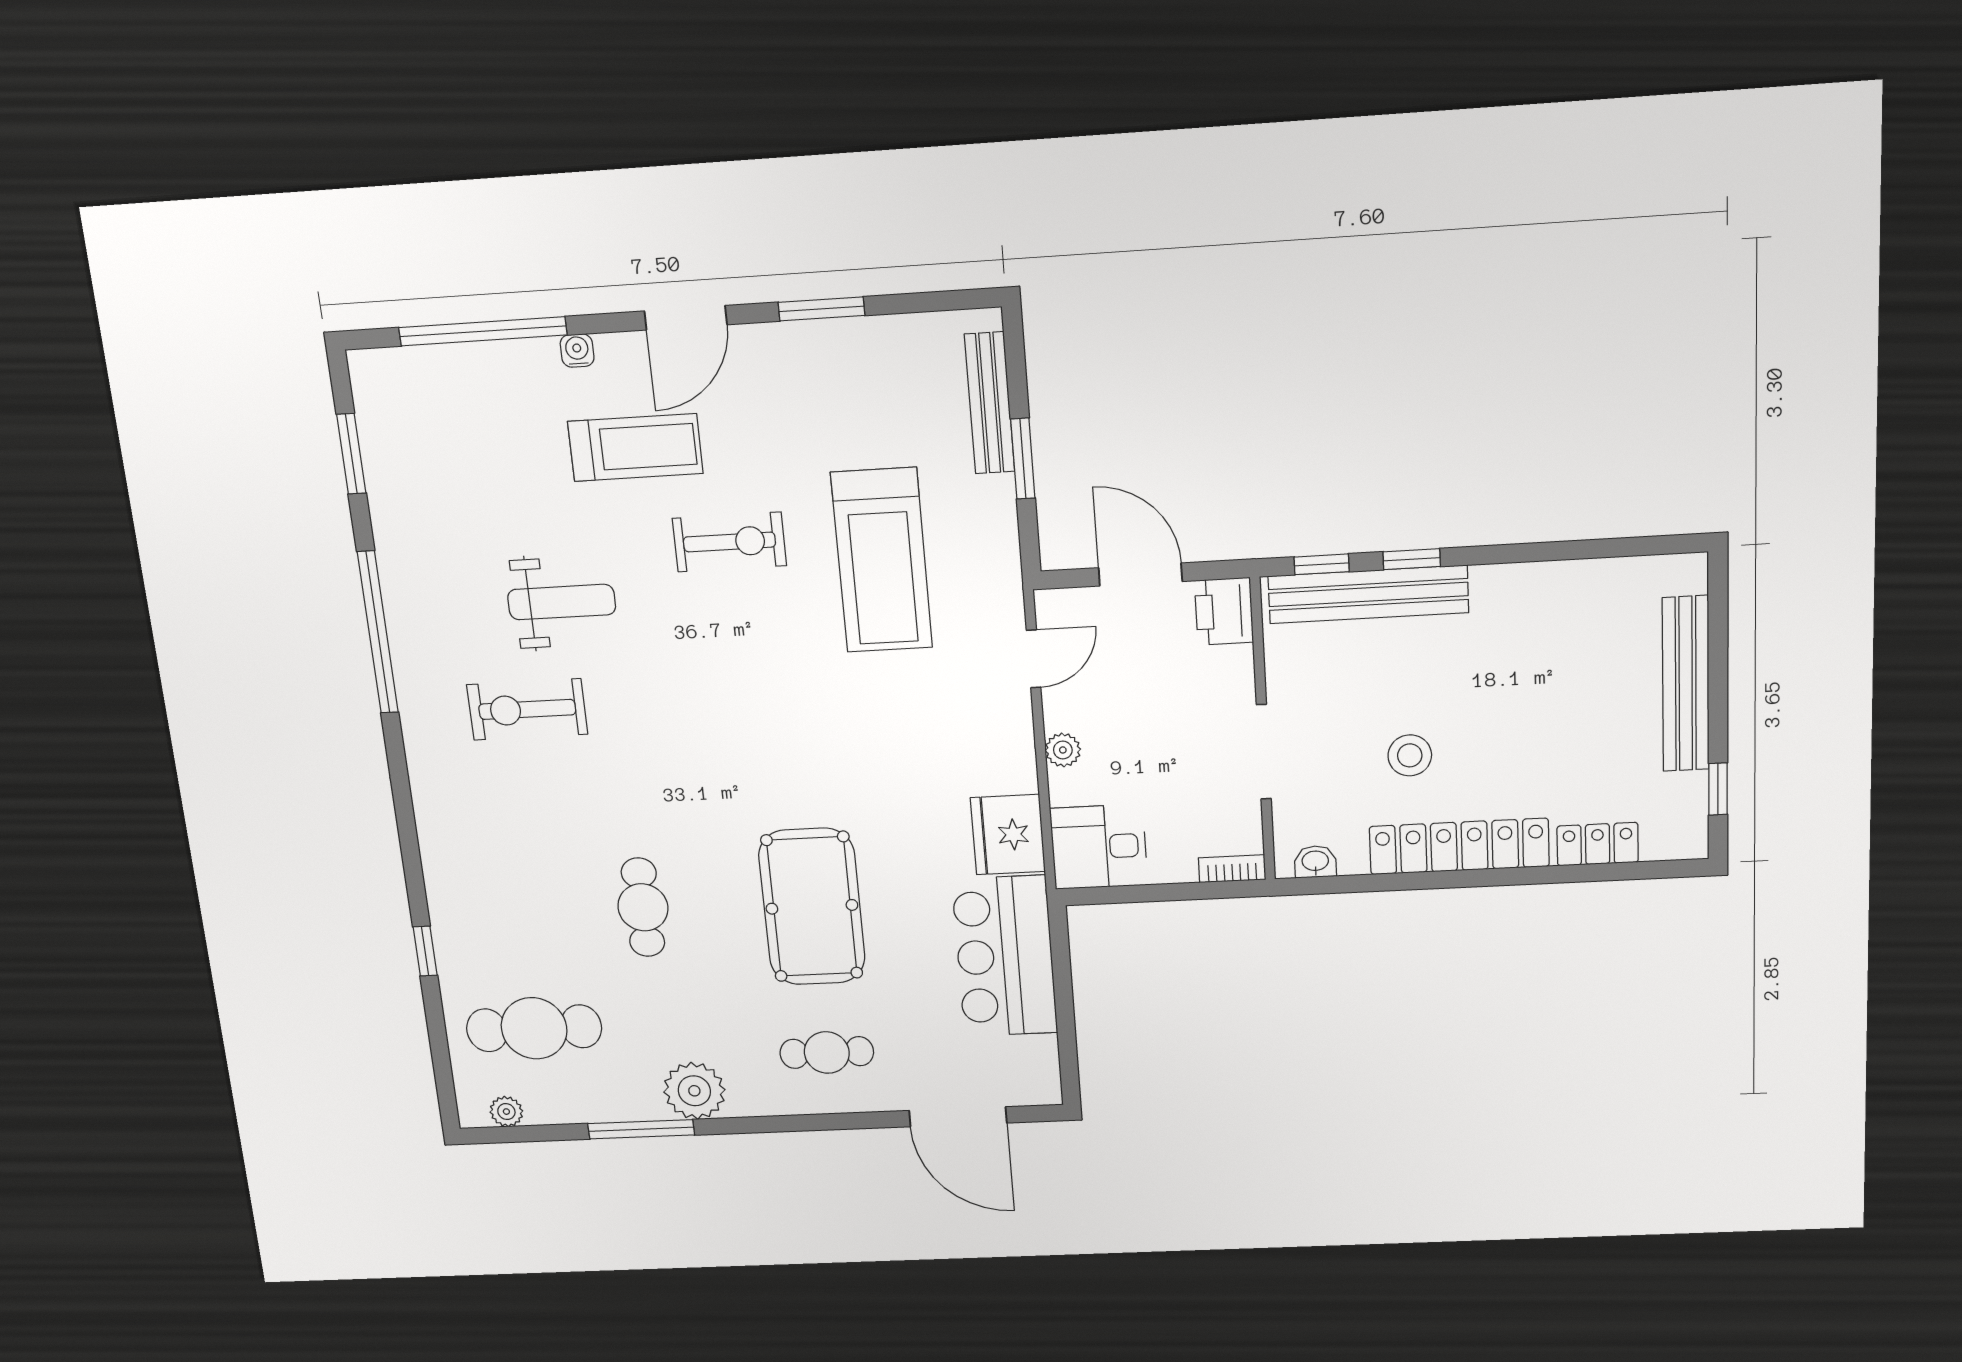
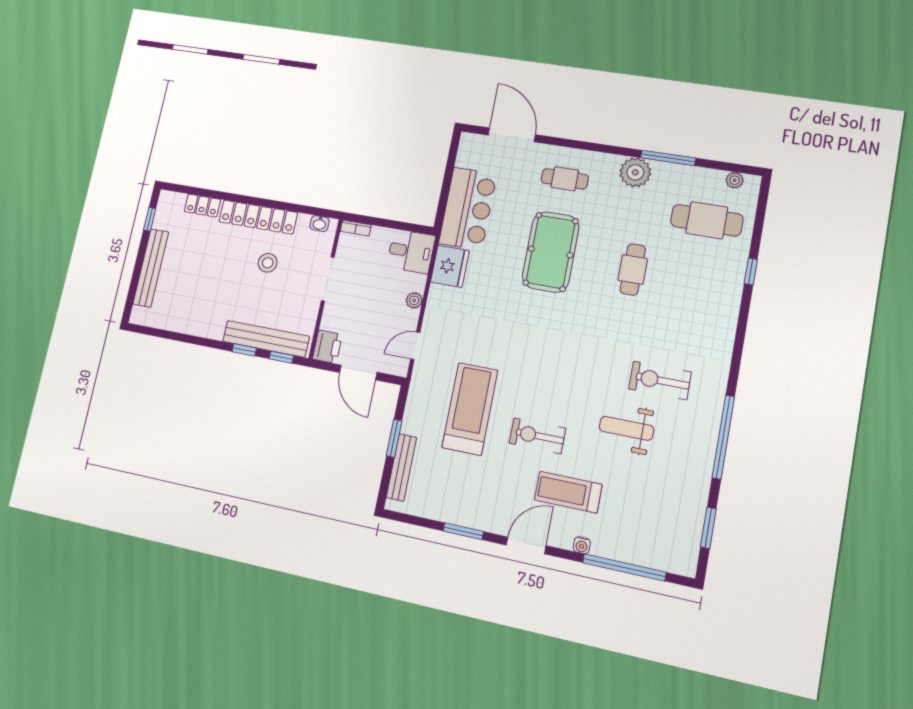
exercise bike: (527, 709) -> (660, 380), turned 180

